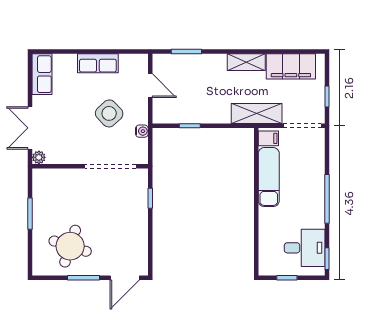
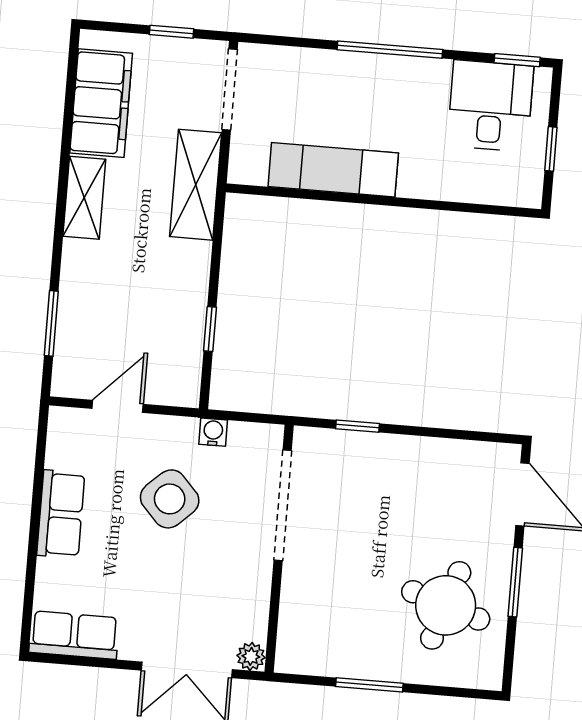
filing cabinet: (268, 138) -> (251, 164), removed

